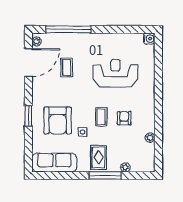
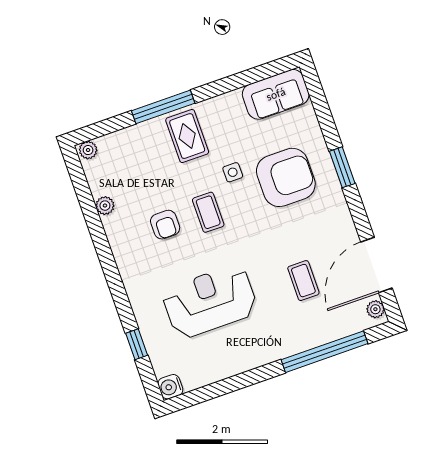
window: (158, 65) -> (137, 344), added
reception desk: (116, 73) -> (210, 301), turned 180
armchair: (58, 121) -> (286, 177), turned 90
sofa: (54, 163) -> (276, 94), width x0.73
plant: (125, 167) -> (88, 150), moved

